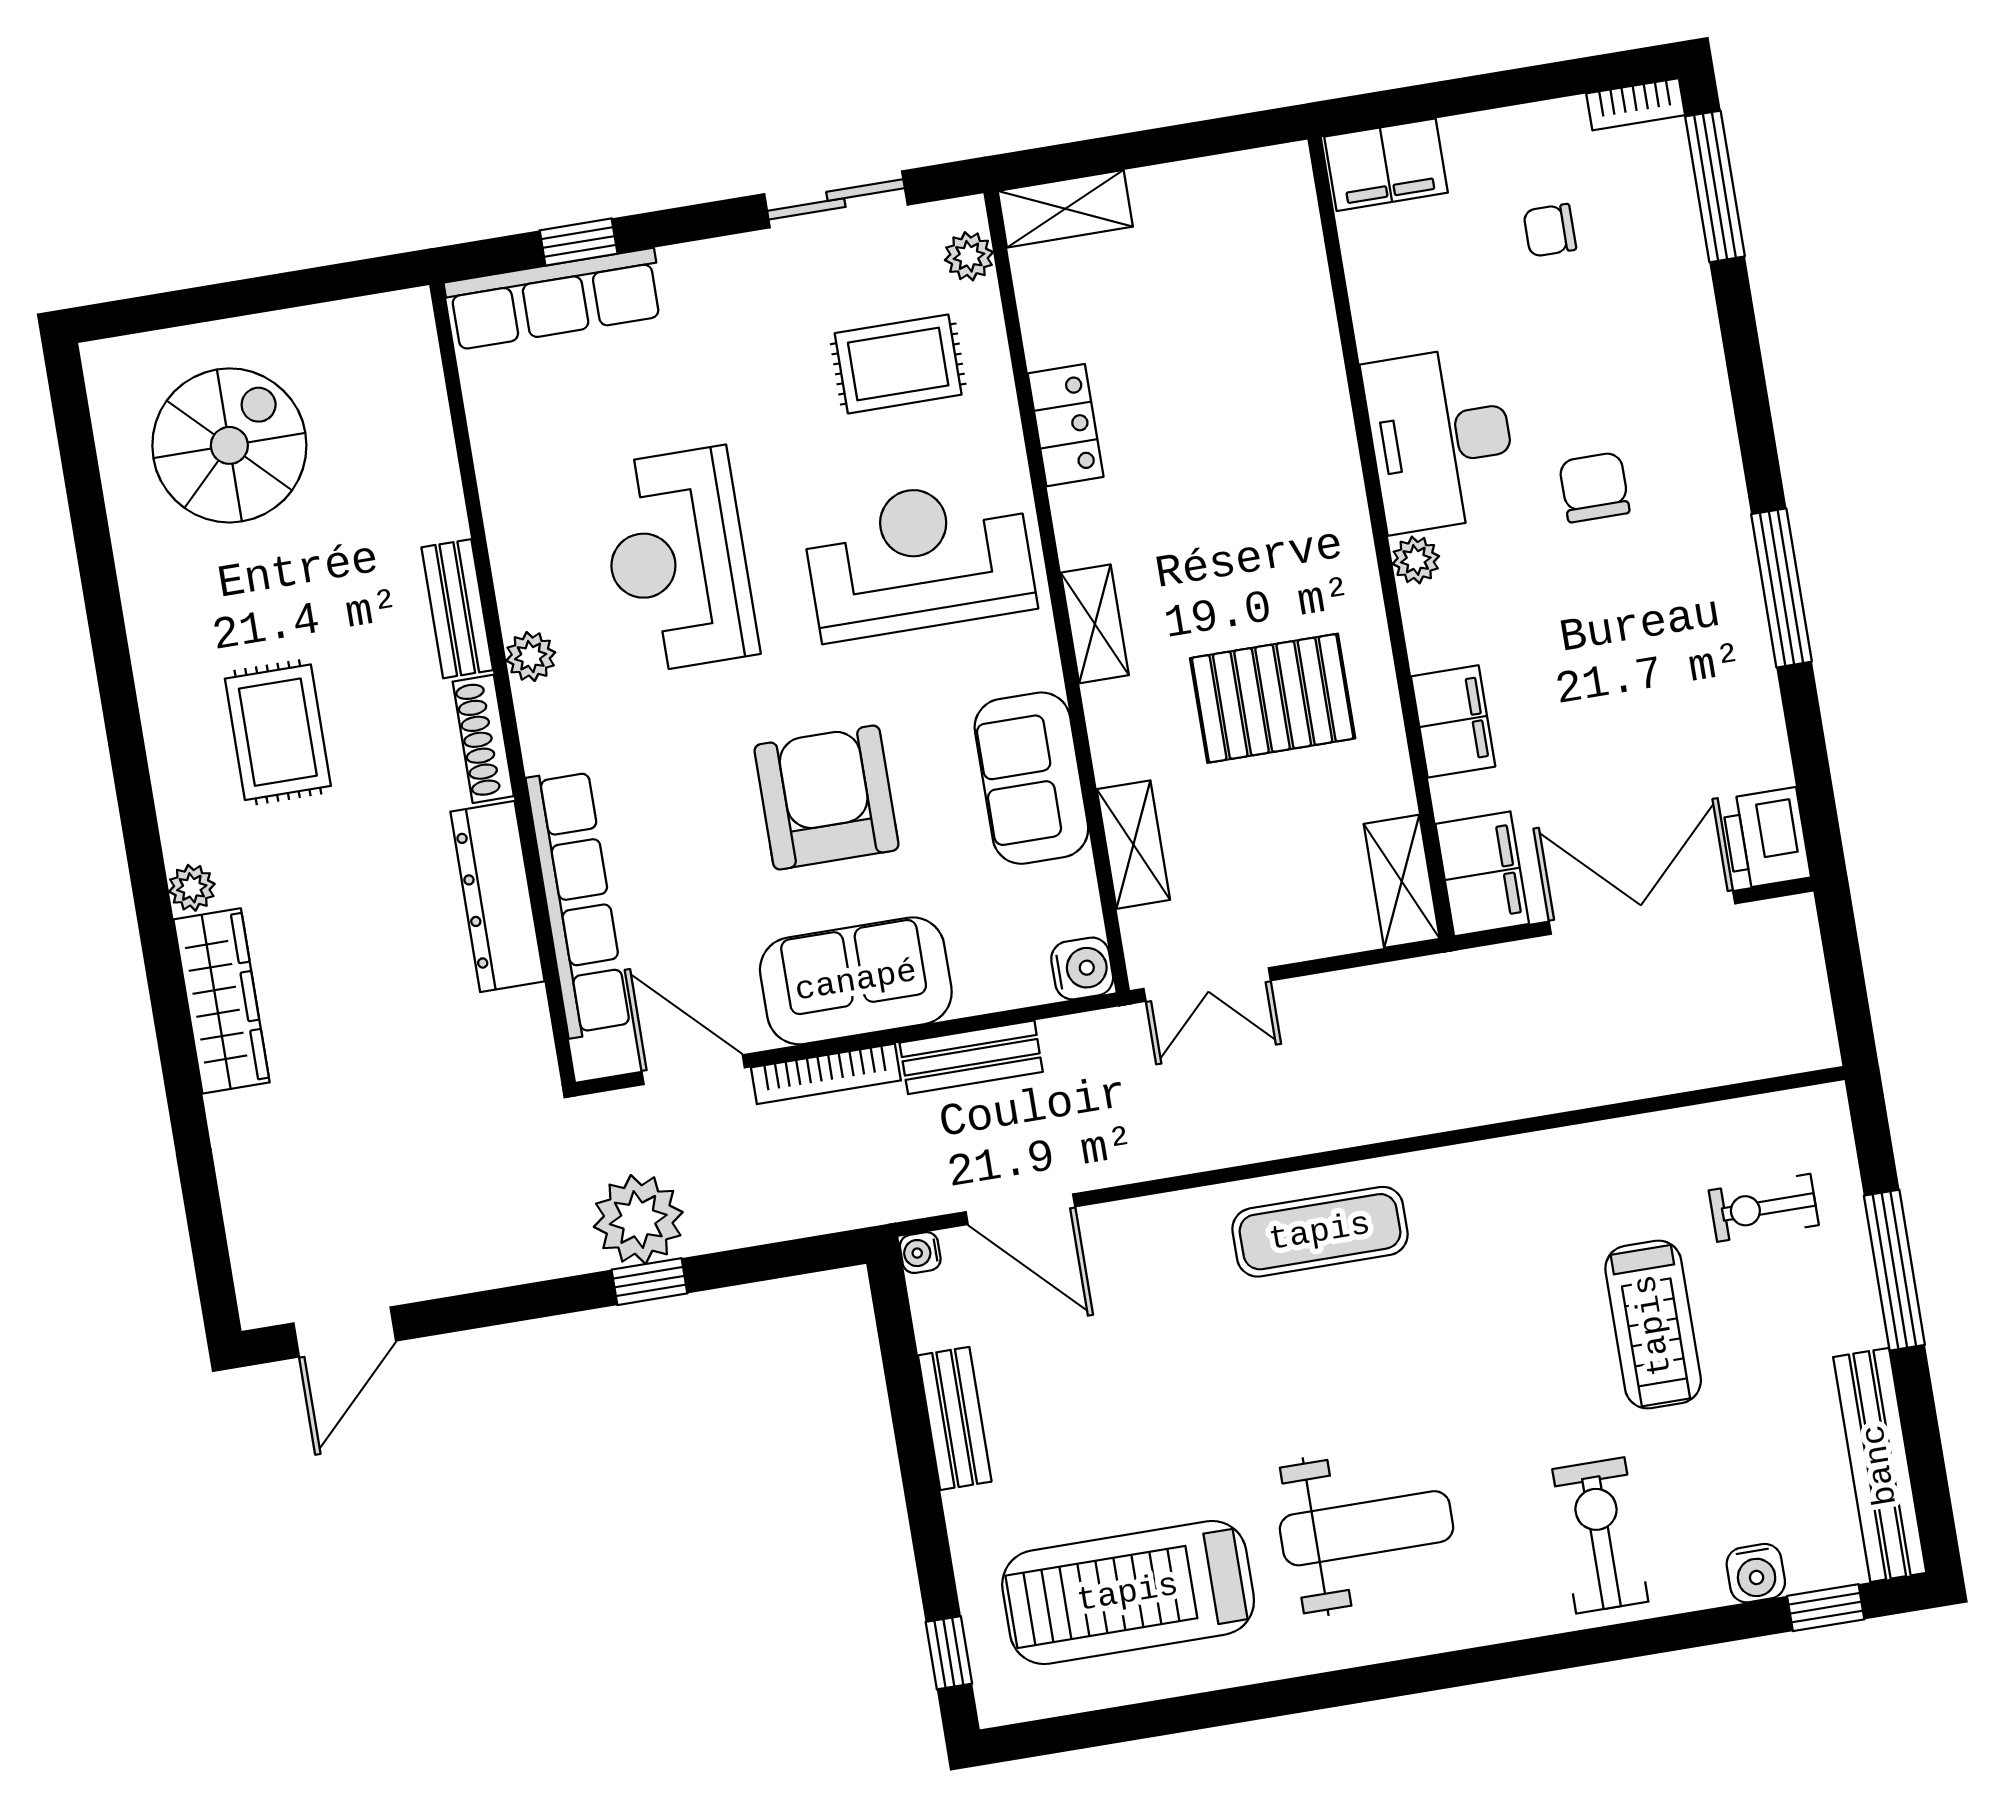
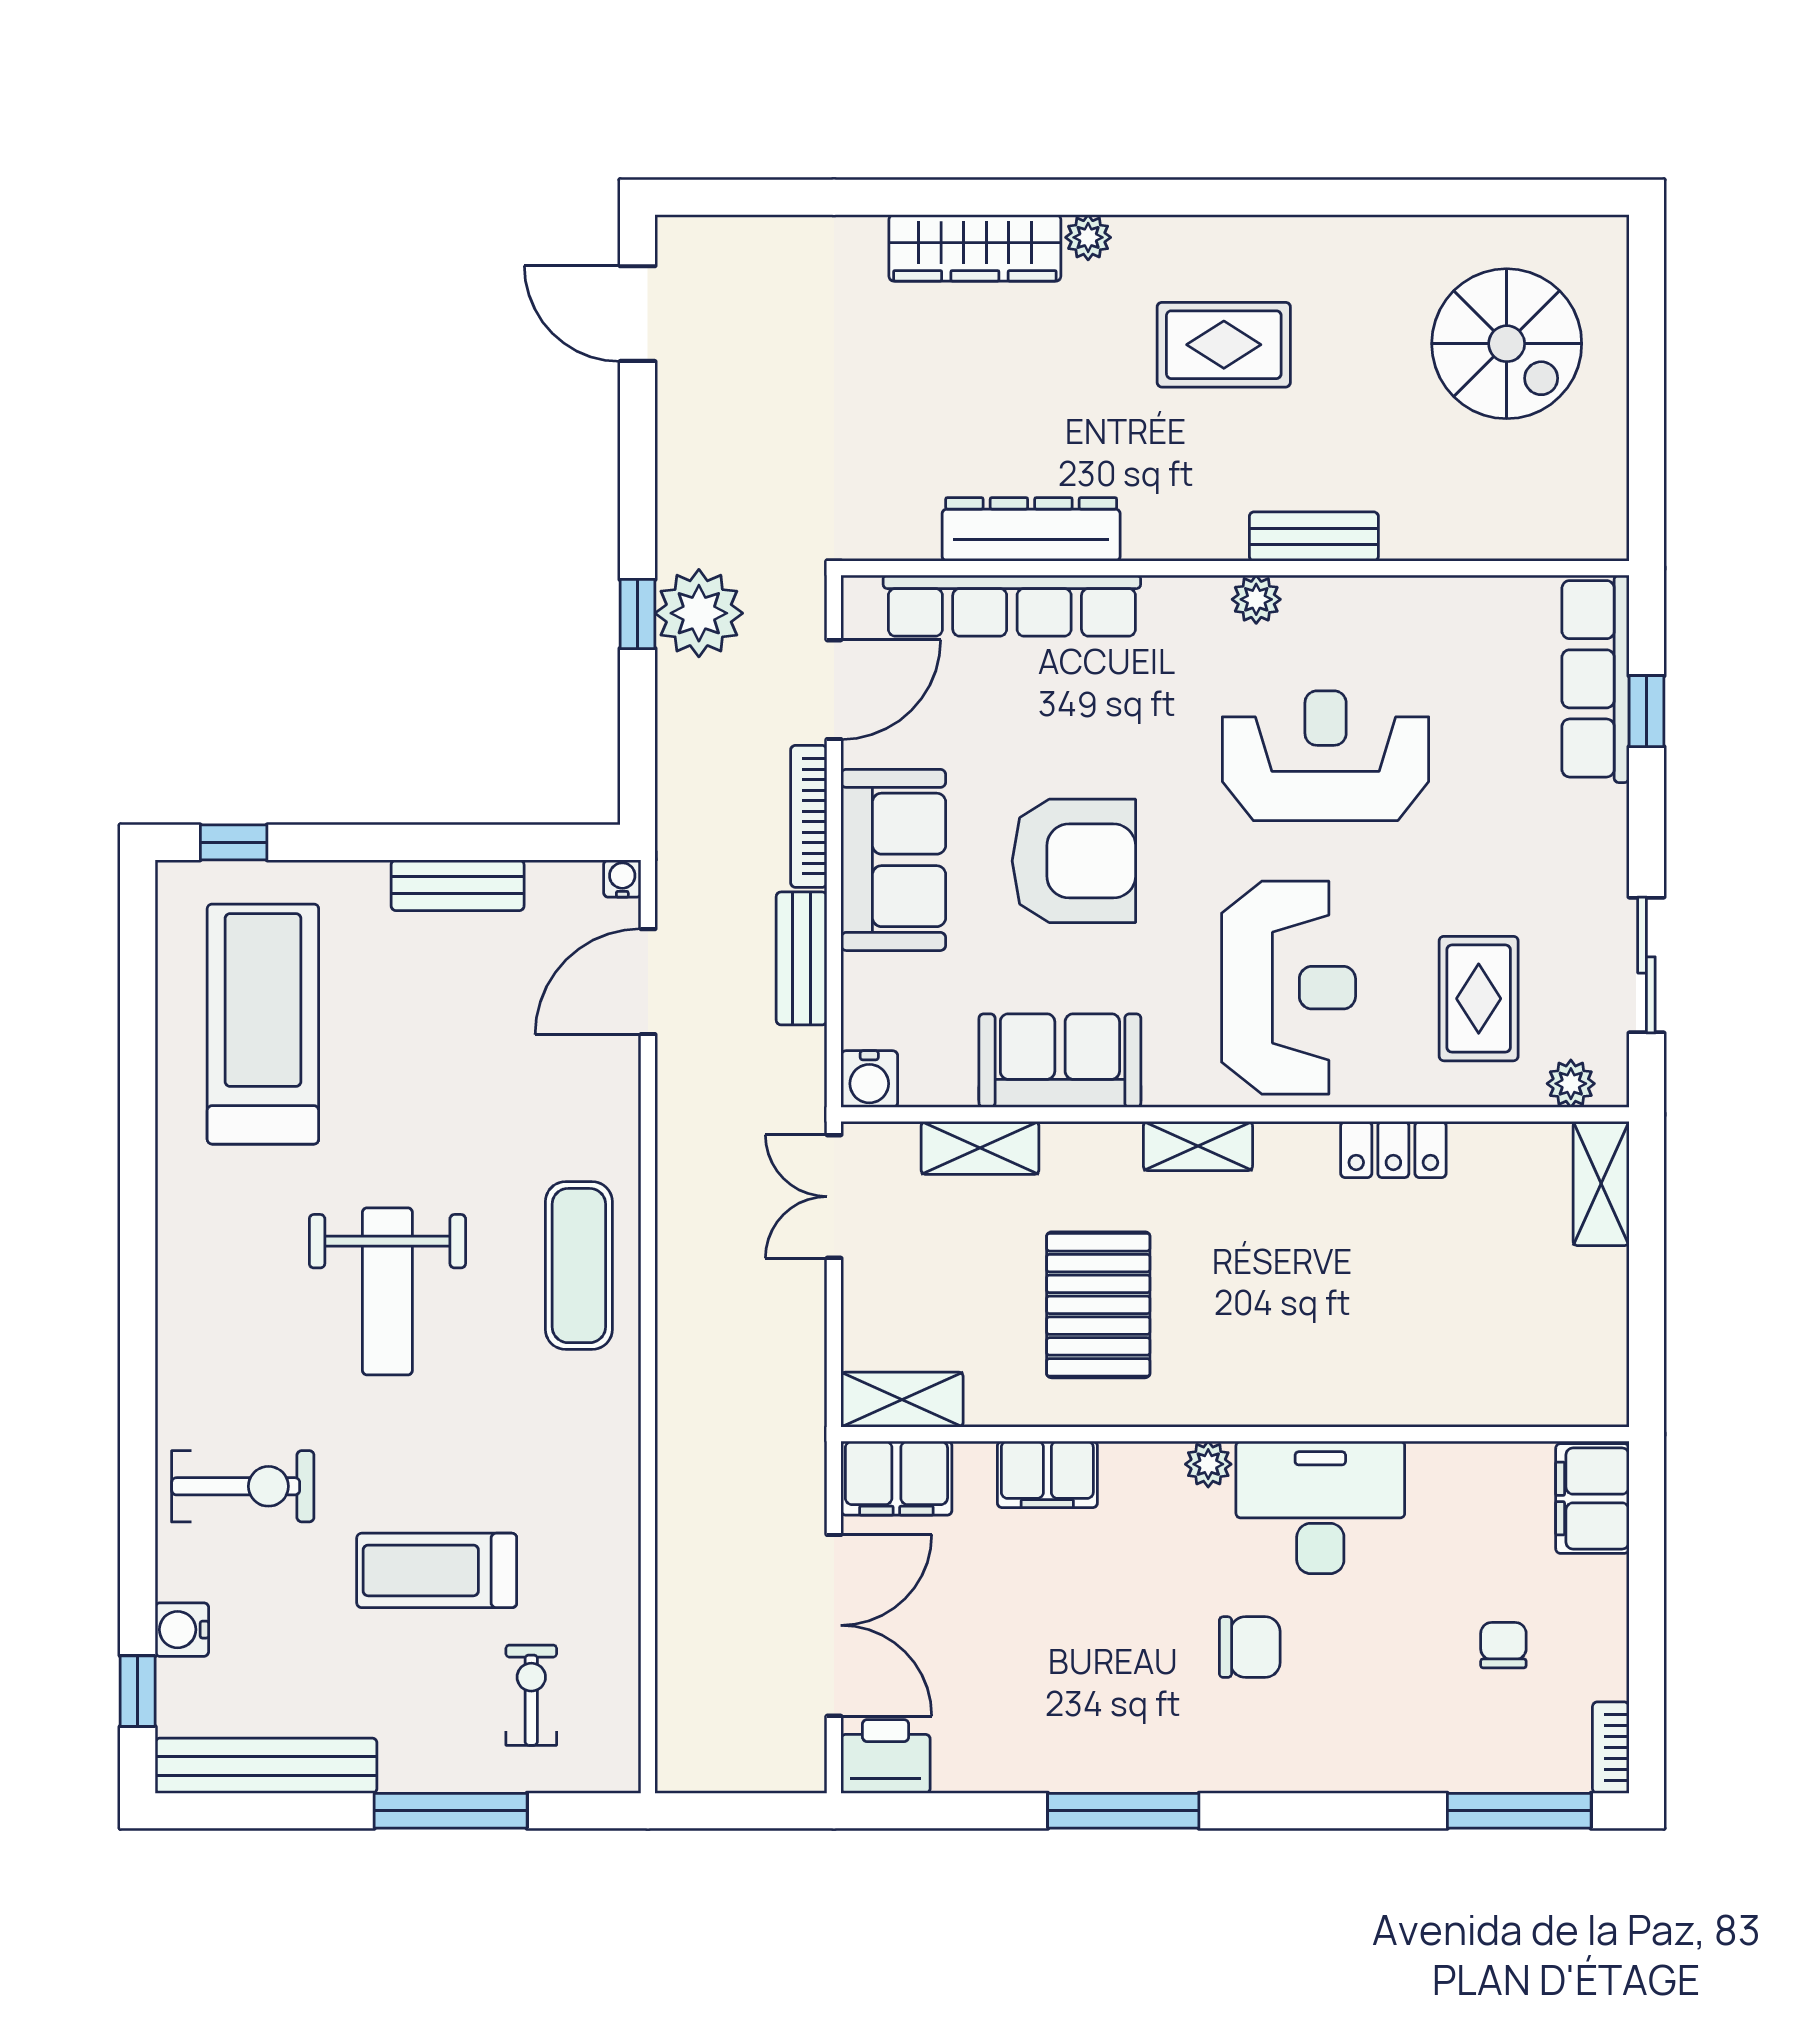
shoe rack: (483, 739) -> (1185, 541), removed
weight bench: (1367, 1528) -> (387, 1291), moved

